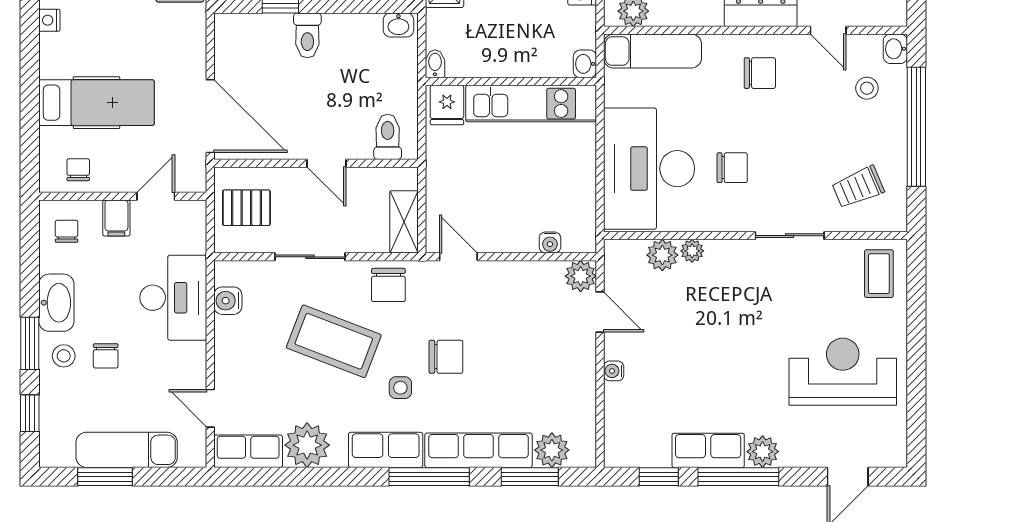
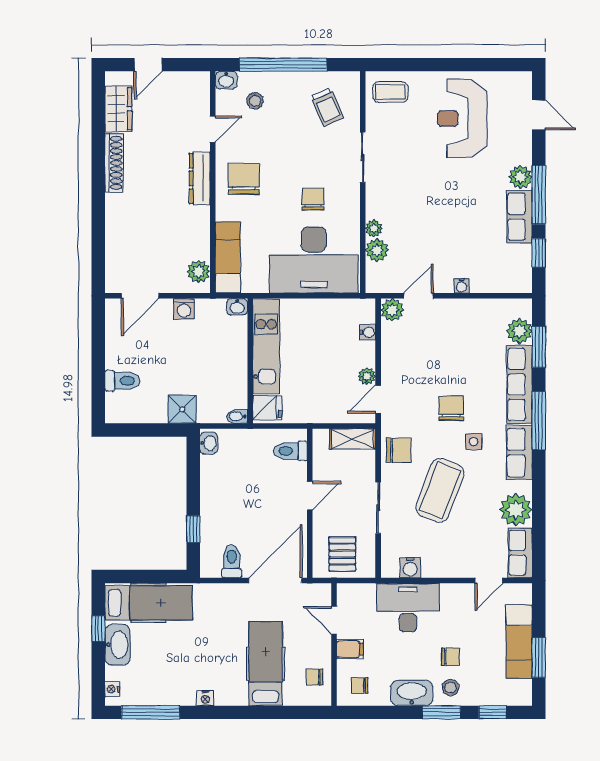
toilet: (307, 35) -> (232, 561), moved, turned -90
chair: (760, 73) -> (244, 179), width x1.37, depth x1.37
plant: (490, 241) -> (367, 376), added

